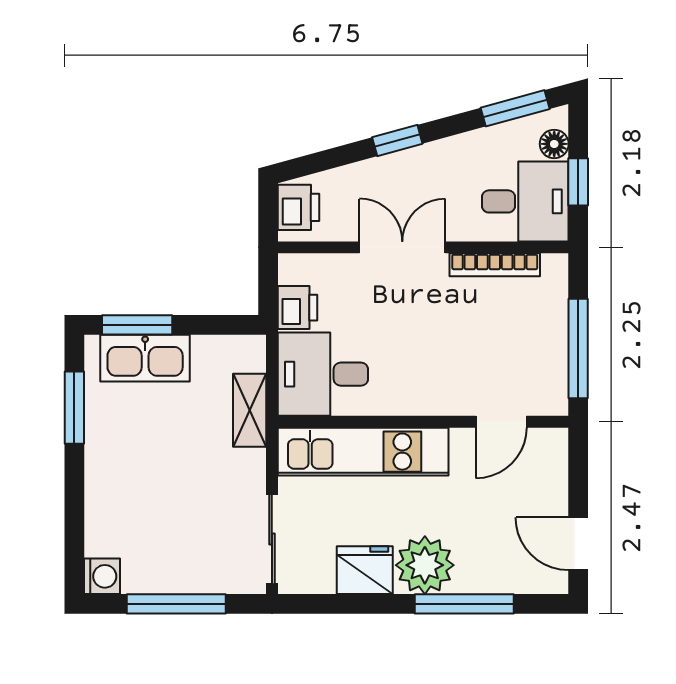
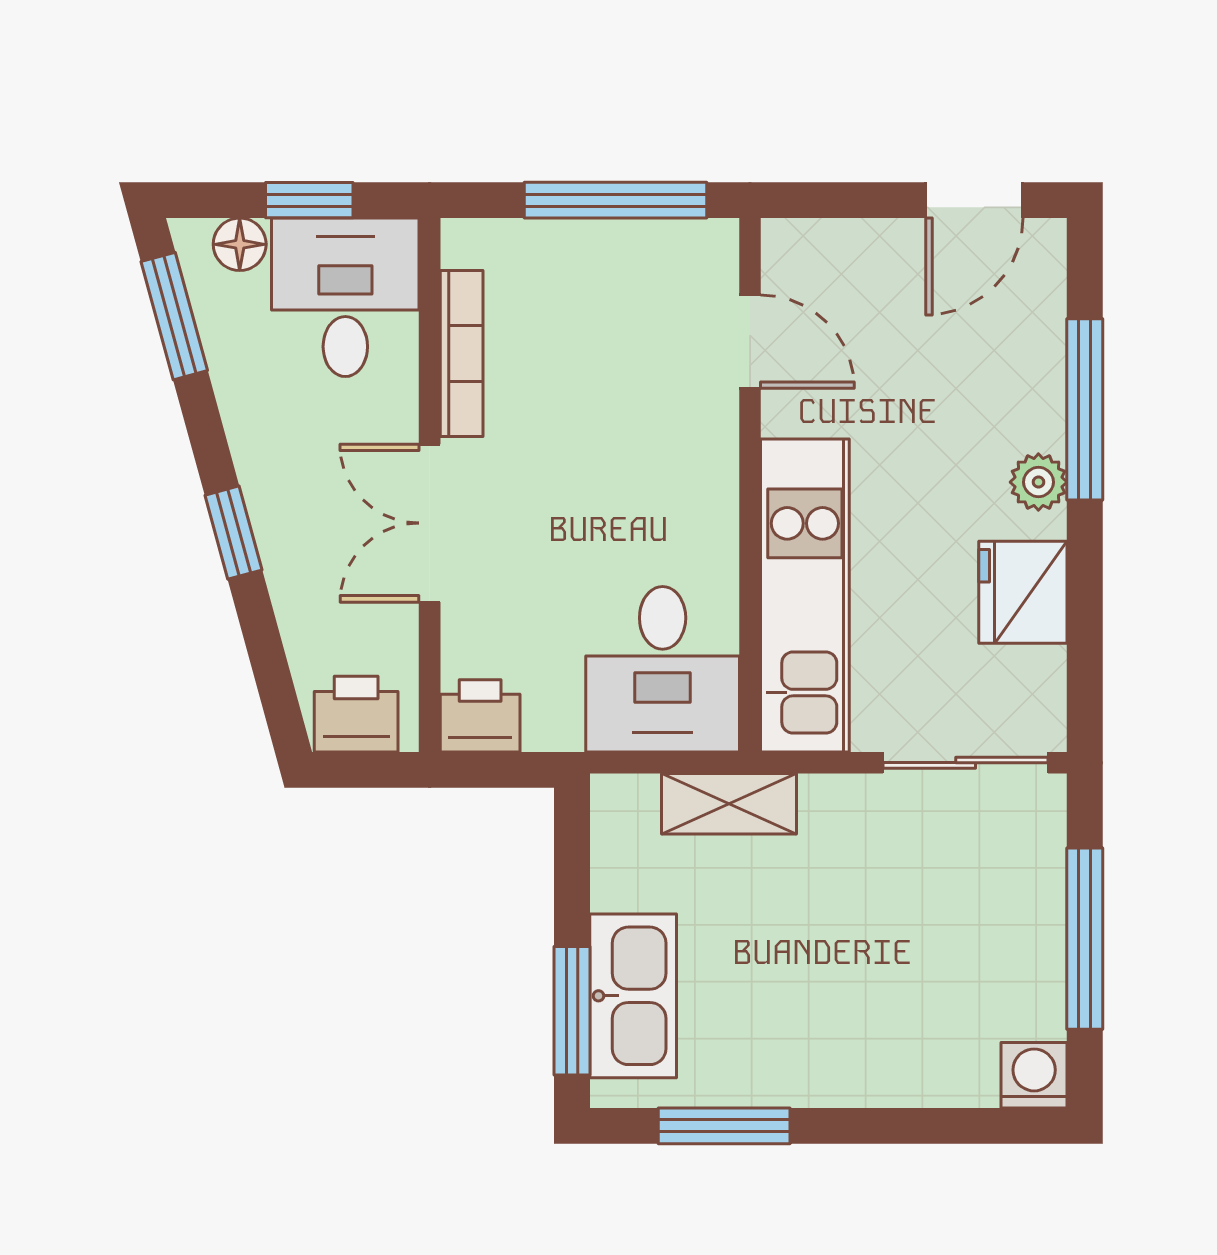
printer: (298, 308) -> (480, 716), moved
plant: (425, 565) -> (1038, 482), width x0.53, depth x0.53

